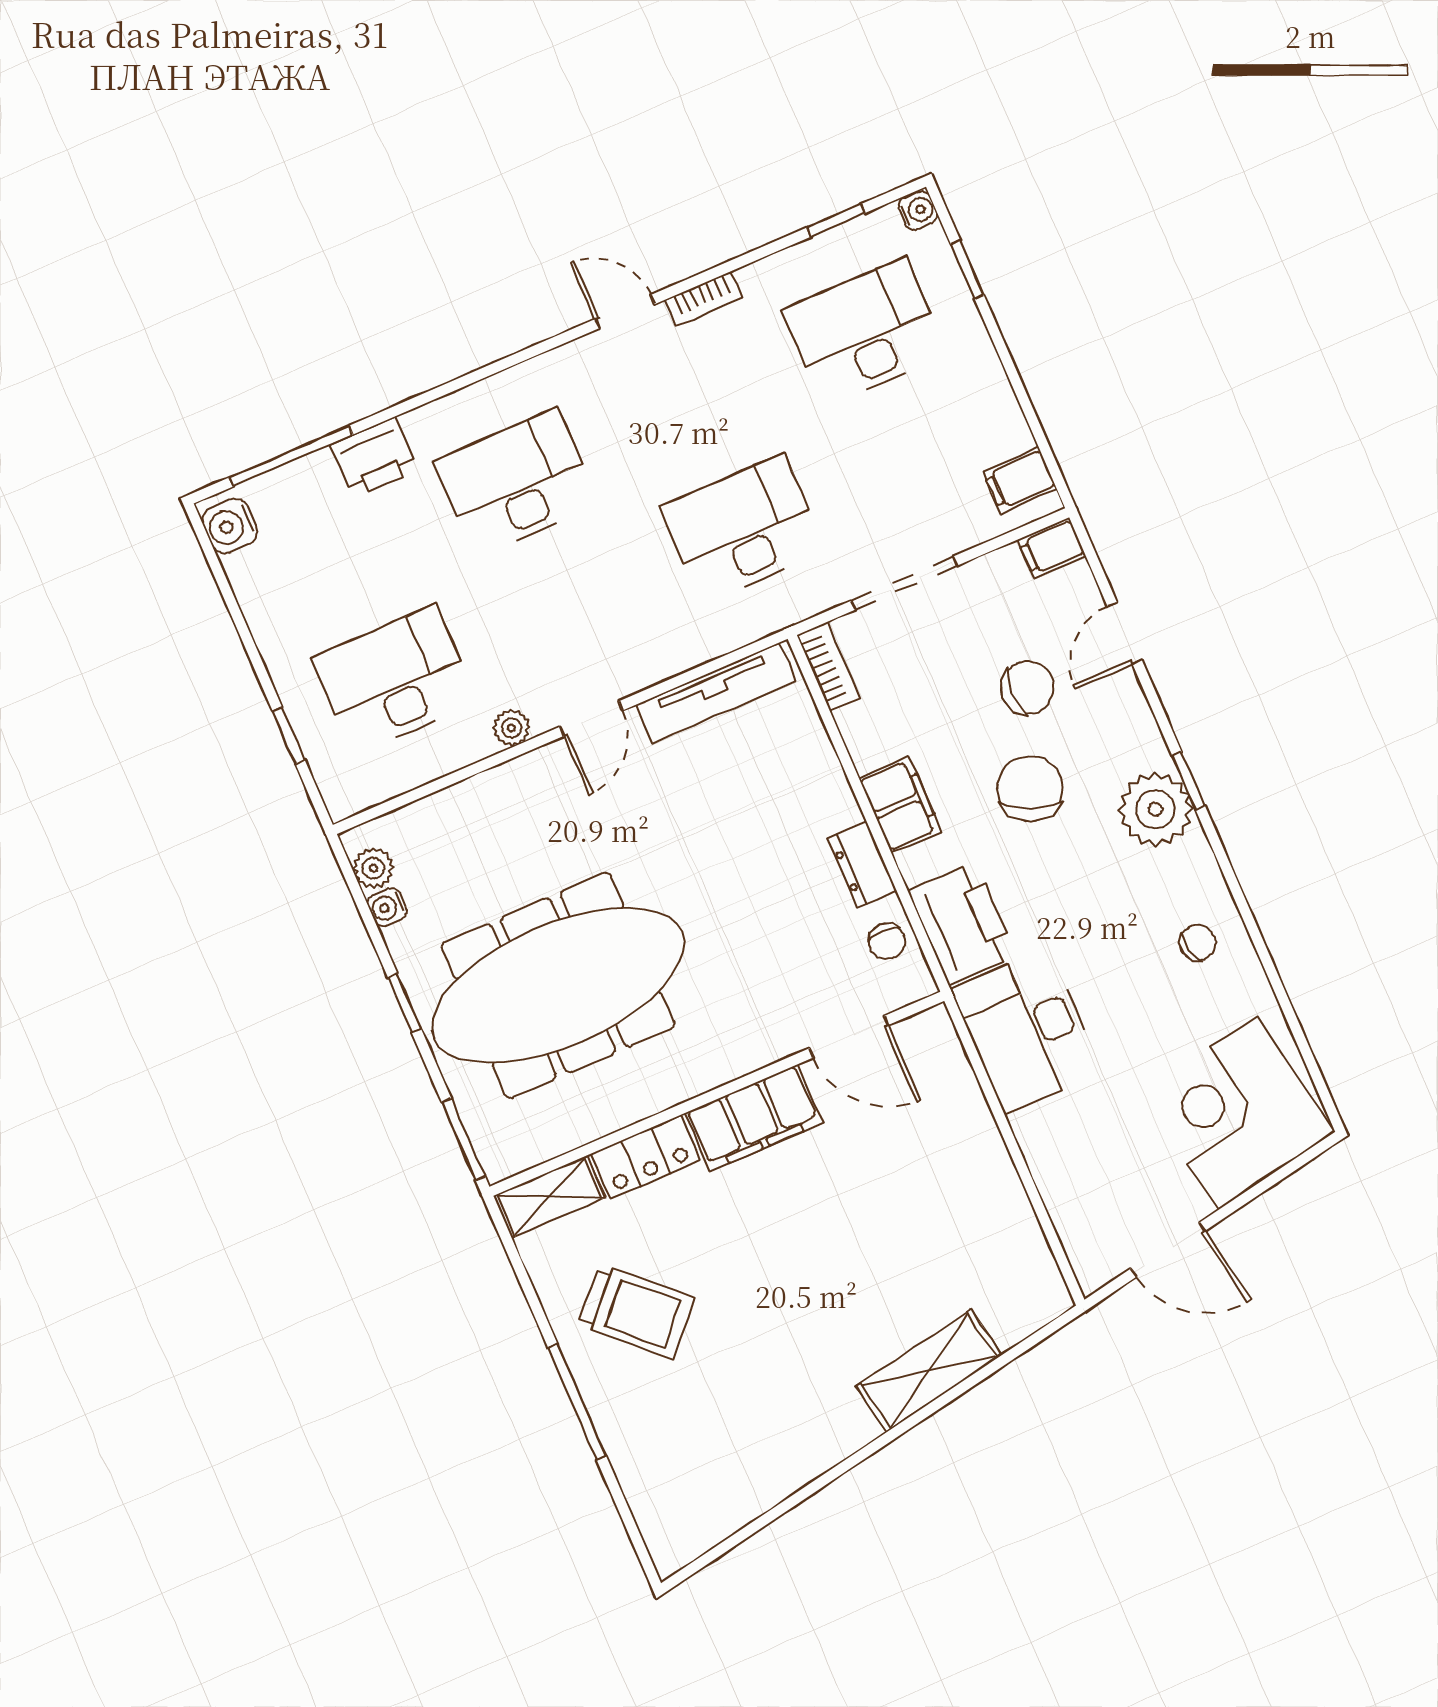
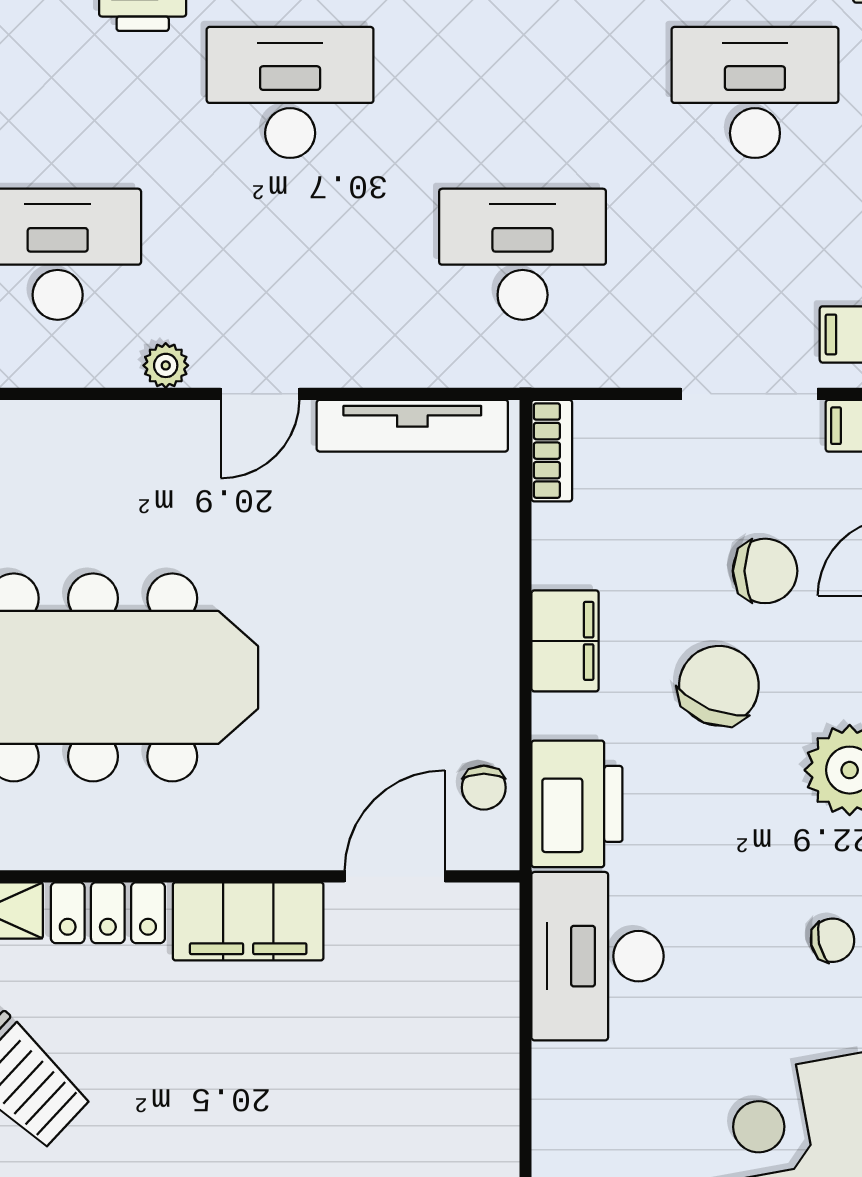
doorway: (904, 583) -> (749, 394), moved
dresser: (862, 865) -> (493, 689), removed
door: (849, 1037) -> (395, 876), swing flipped

